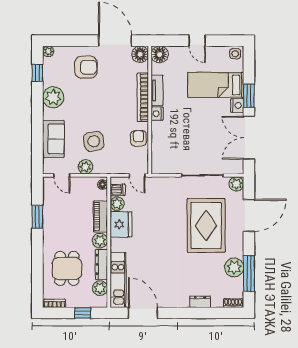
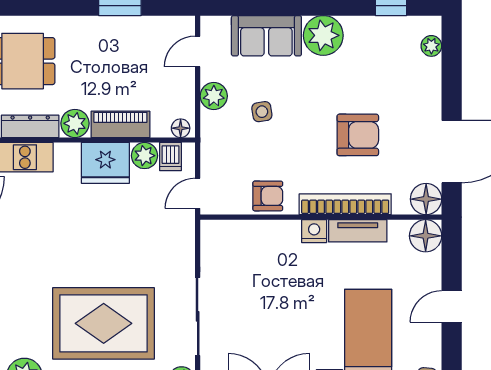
plant: (48, 51) -> (431, 46), moved
armchair: (86, 67) -> (358, 135), moved, turned -90
plant: (53, 97) -> (323, 35), moved
side table: (94, 141) -> (262, 112), width x0.54, depth x0.54

